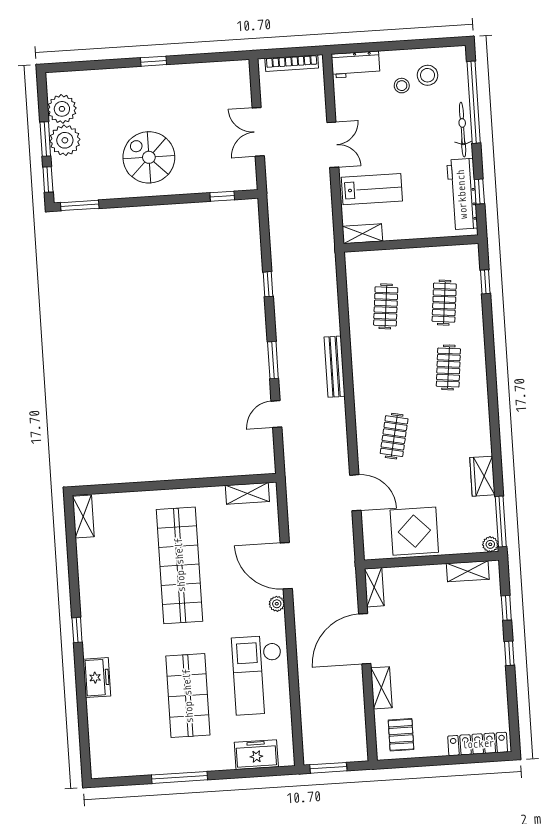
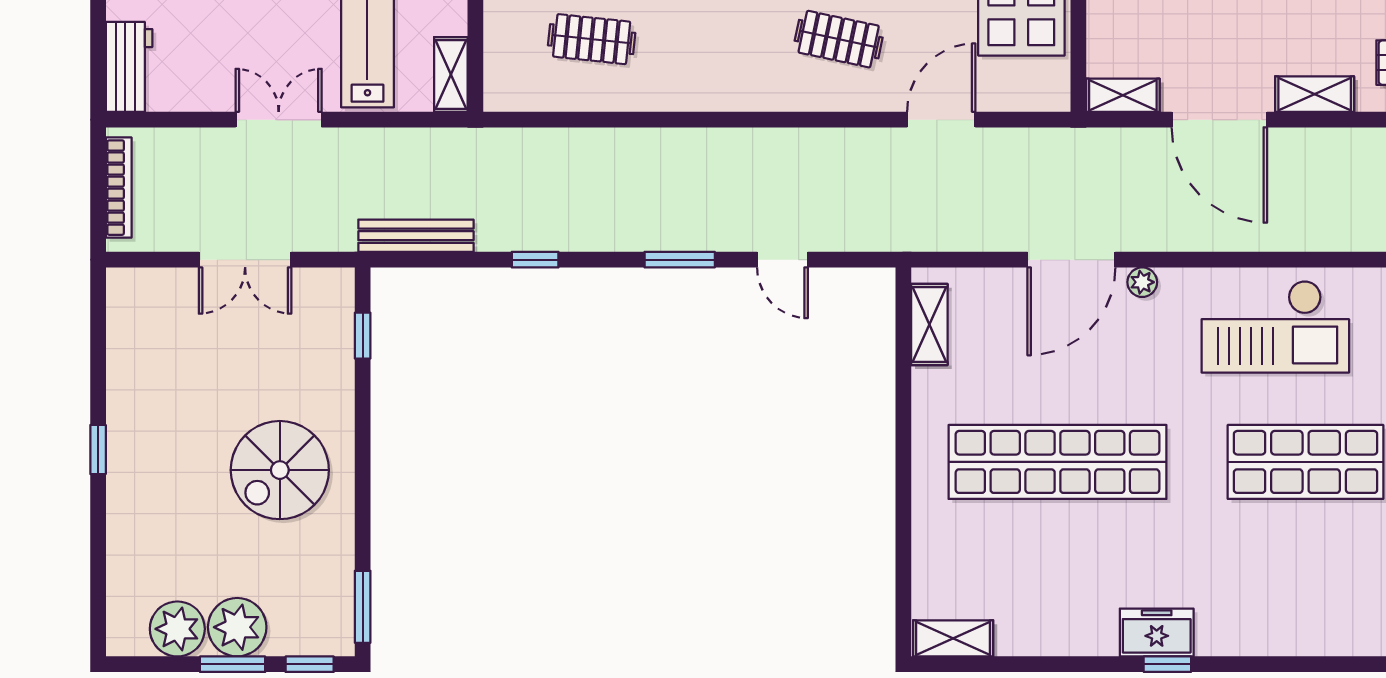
bench: (335, 367) -> (416, 236), moved
freezer: (97, 678) -> (1157, 632), moved

